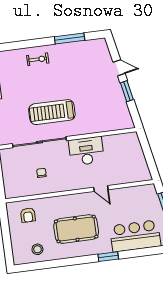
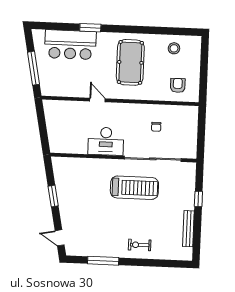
door: (119, 68) -> (60, 238), moved
pool table: (76, 229) -> (130, 62), turned 90
window: (108, 257) -> (90, 28), moved

